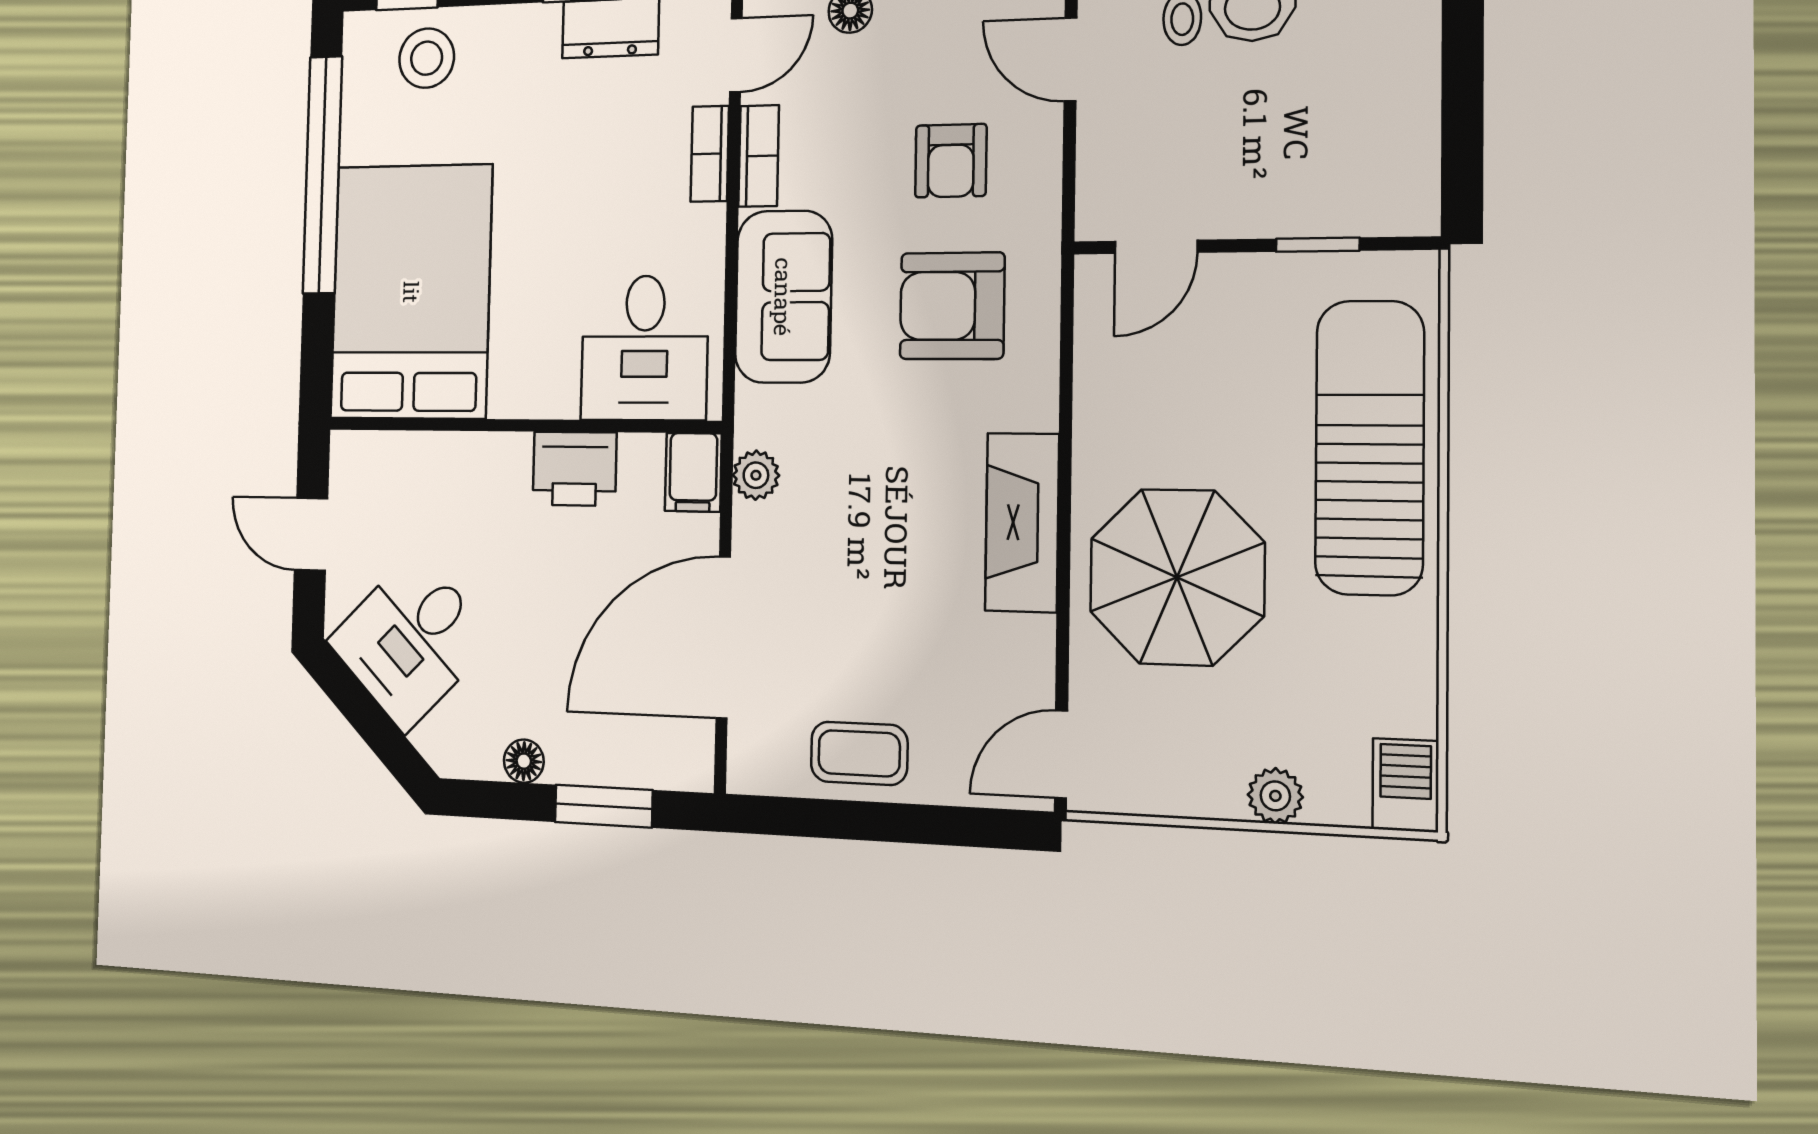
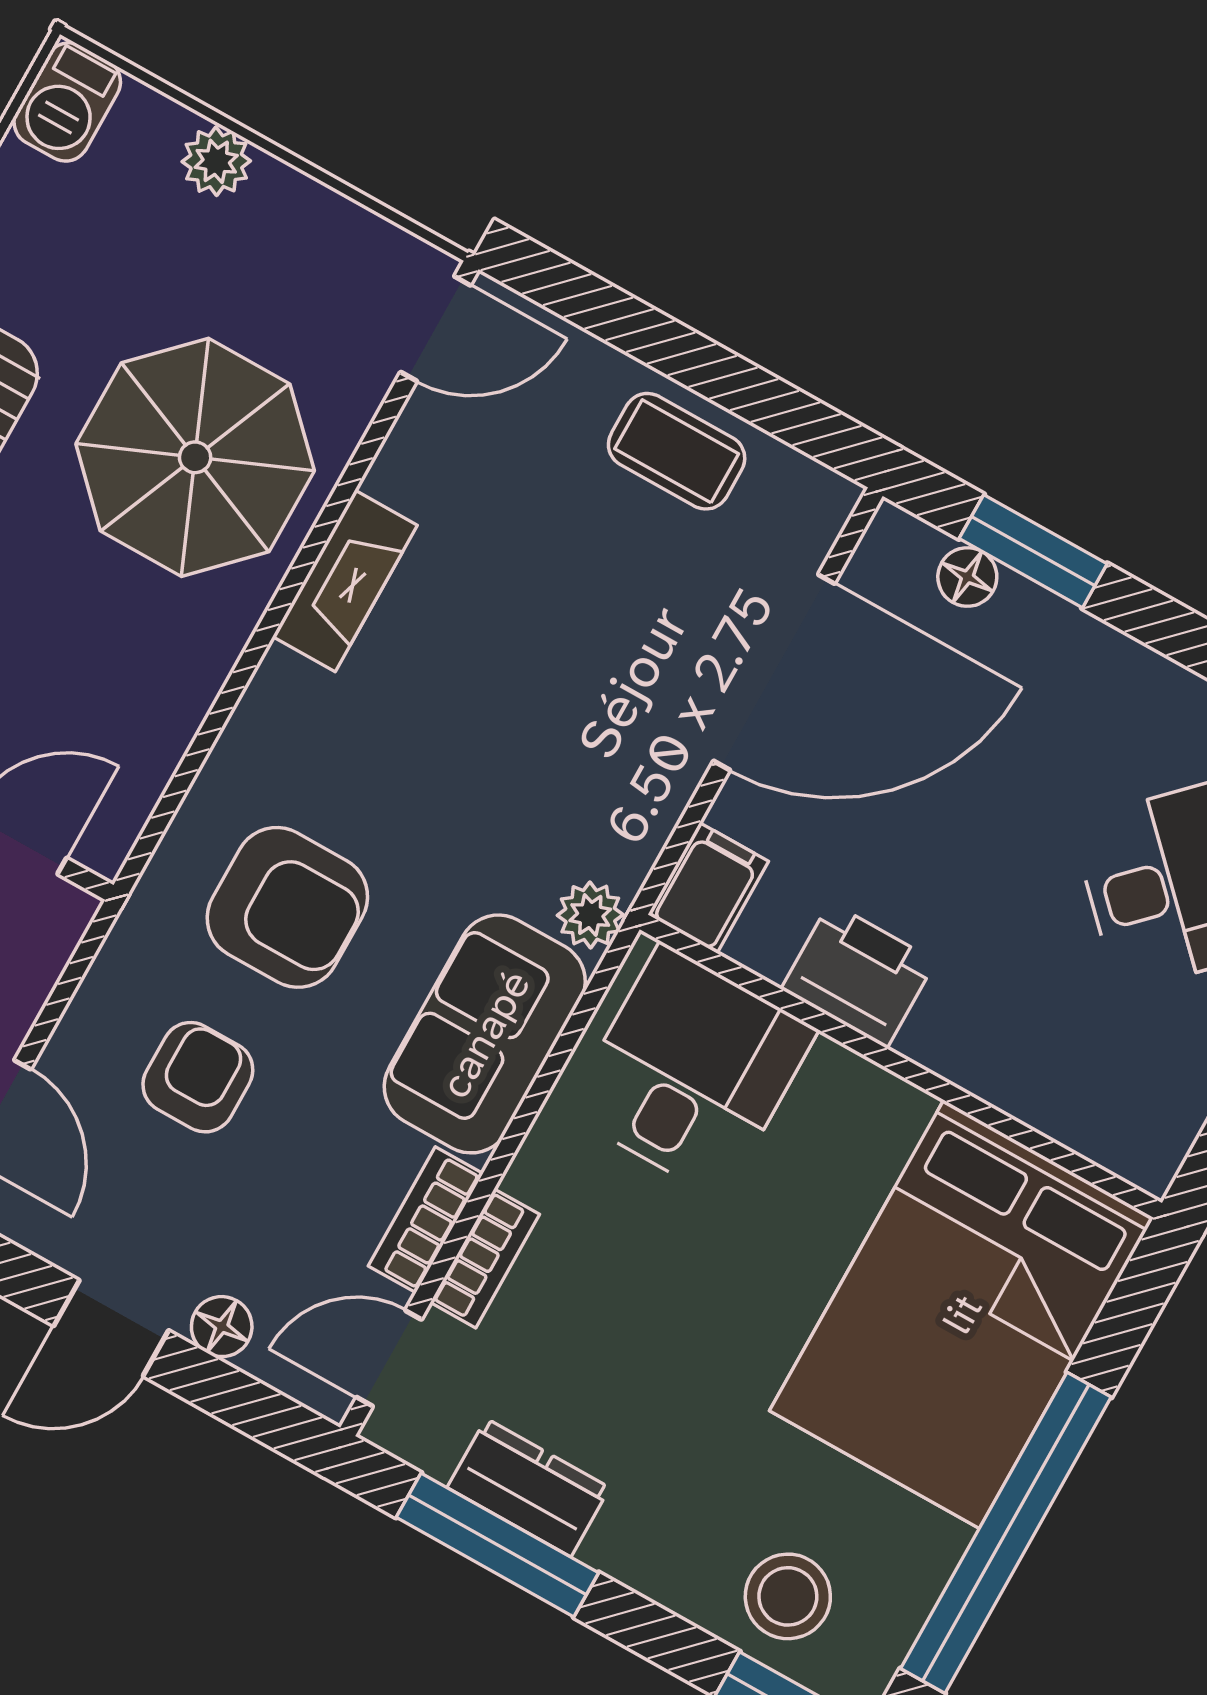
plant: (756, 475) -> (590, 915), moved
fireplace: (1022, 522) -> (345, 581), width x0.73, depth x0.76
floor lamp: (524, 761) -> (967, 577), moved

